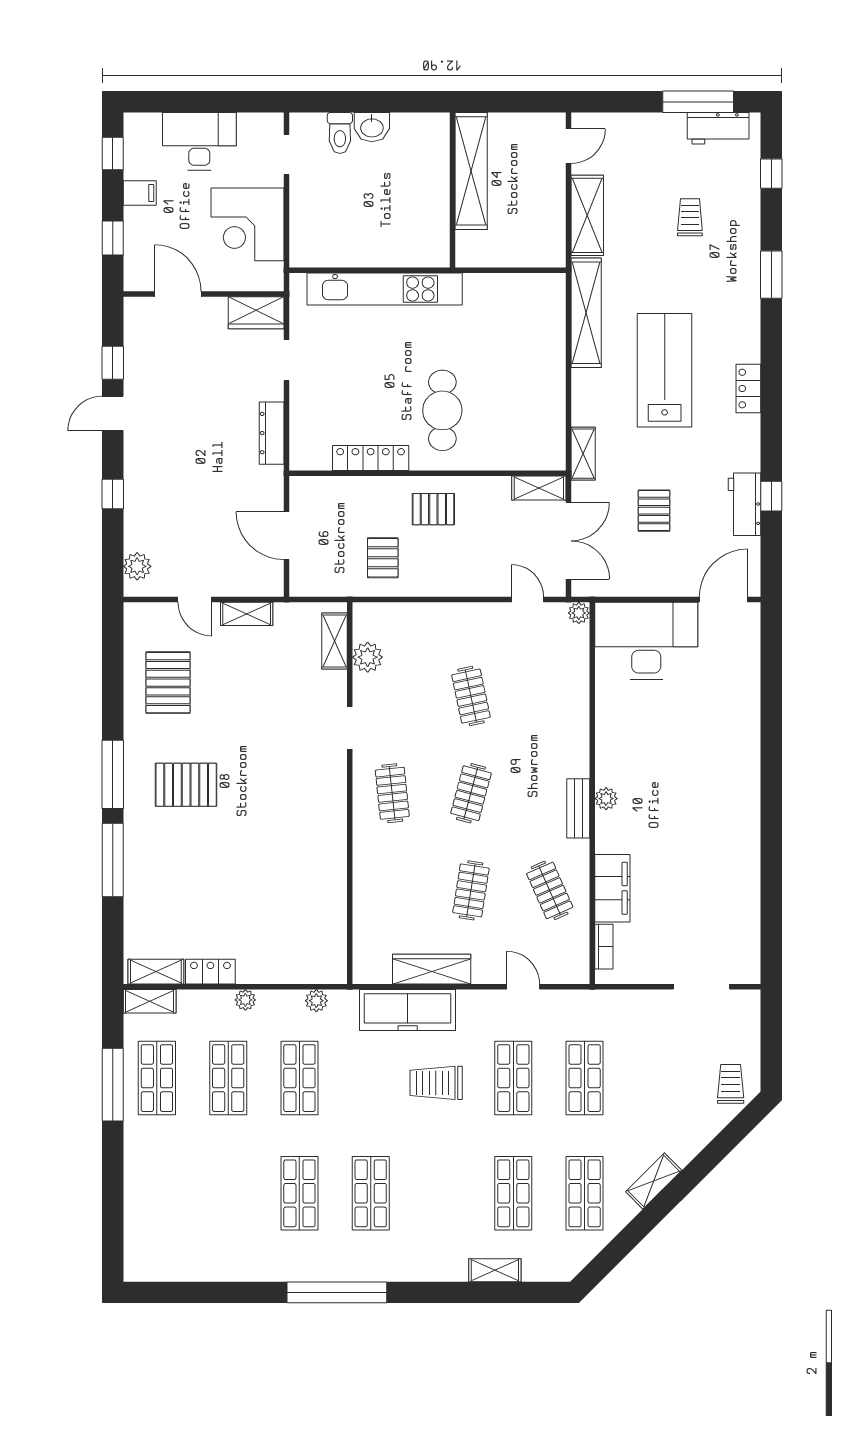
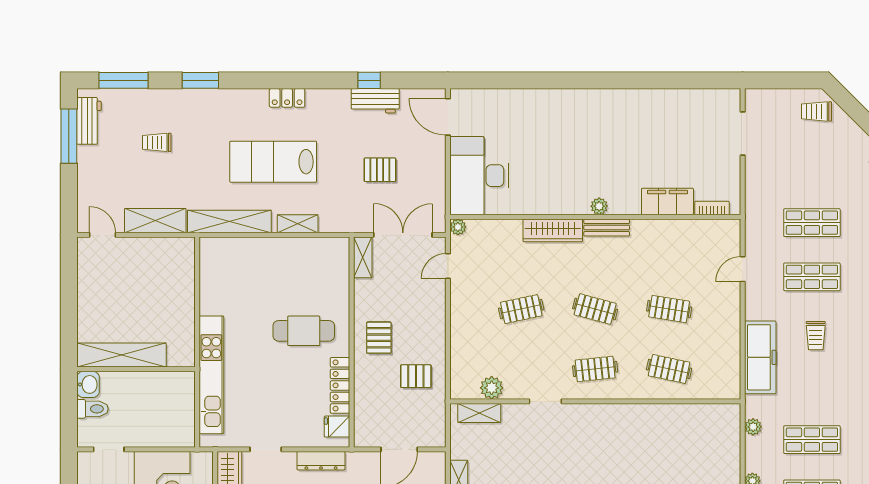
shelving: (471, 171) -> (121, 355), moved
window: (771, 174) -> (124, 80), width x2.17
wall: (453, 190) -> (136, 369), moved
fridge: (317, 454) -> (337, 427), added
shelving: (583, 454) -> (298, 224), moved
clothes rail: (550, 890) -> (669, 369), moved, turned 36
wardrobe: (432, 969) -> (553, 230), moved, turned -90
trolley: (436, 1083) -> (816, 336), width x0.73, depth x0.72

